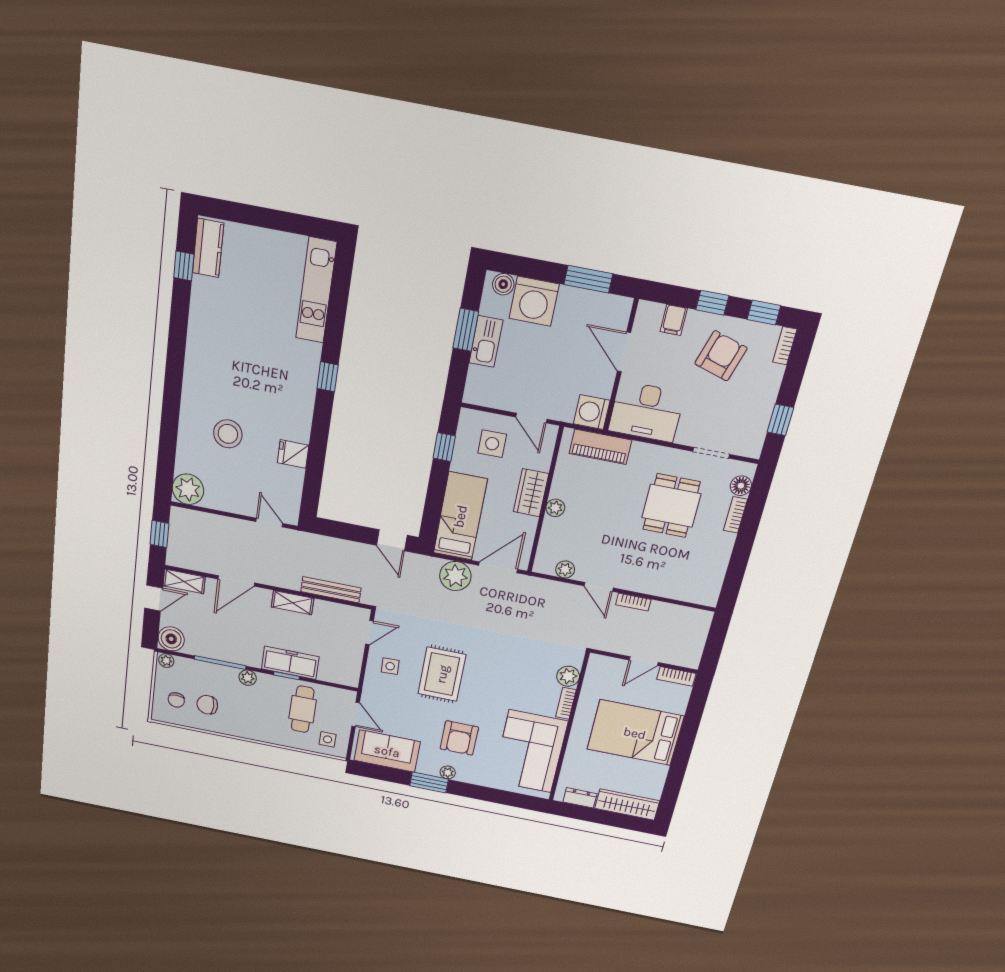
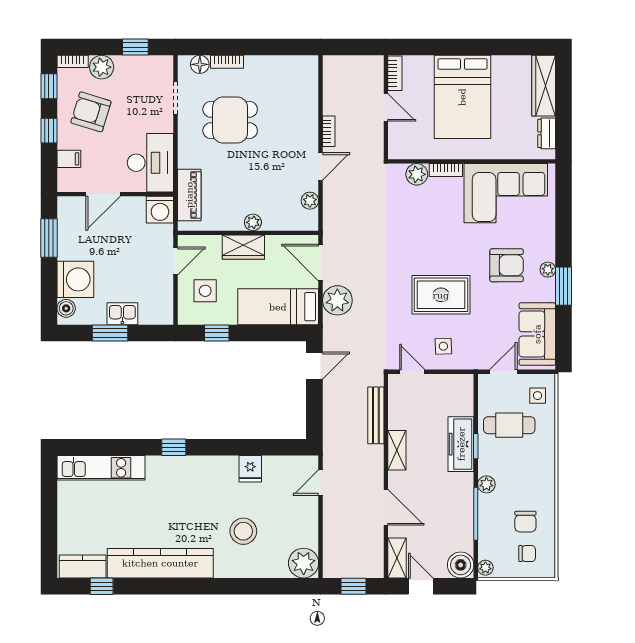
kitchen counter: (203, 338) -> (160, 563), added
kitchen sink: (486, 341) -> (122, 314), width x0.73
plant: (769, 378) -> (102, 67), added

